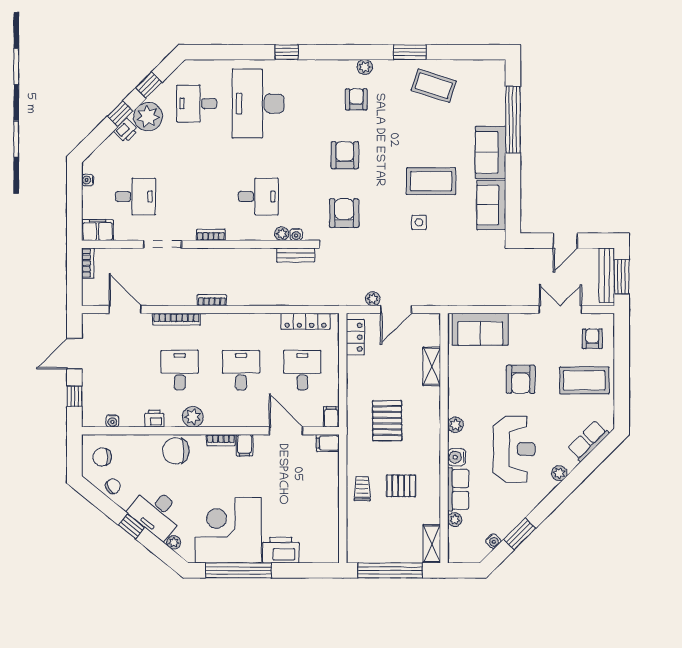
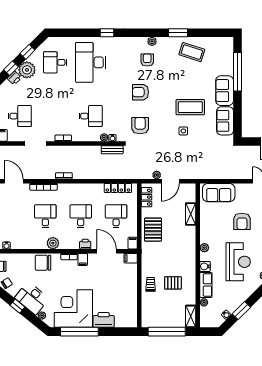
armchair: (345, 155) -> (141, 92), turned -90
printer: (154, 419) -> (85, 244), moved
pallet: (387, 421) -> (153, 230), moved

